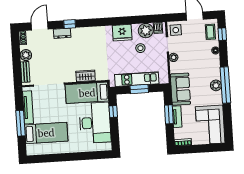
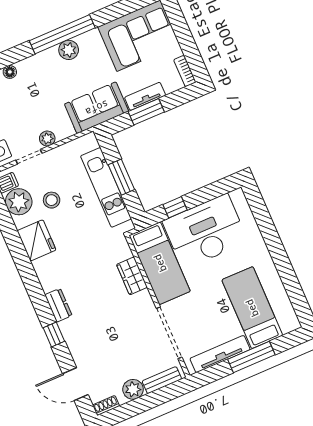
dresser: (62, 33) -> (58, 305), moved

